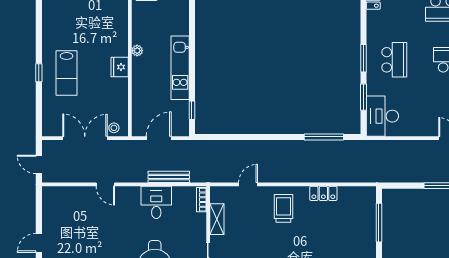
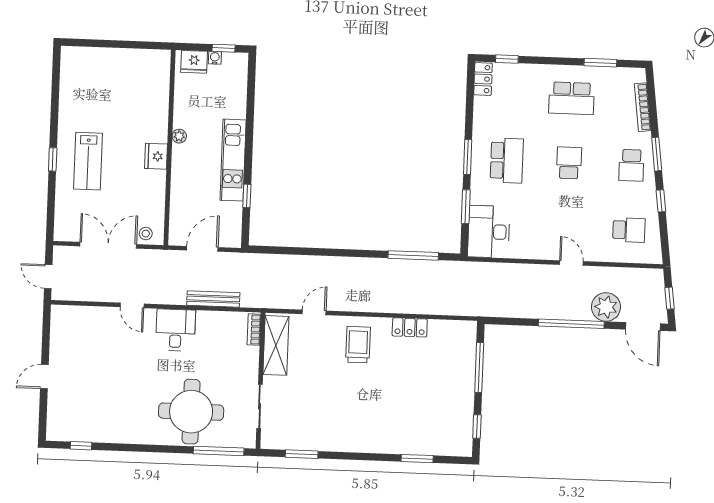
window: (192, 110) -> (247, 196), moved
desk: (156, 202) -> (176, 330), moved
shelving: (217, 219) -> (276, 345), width x1.50, depth x1.33

